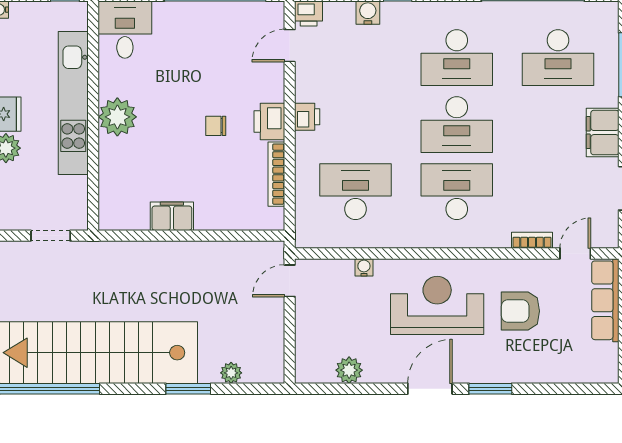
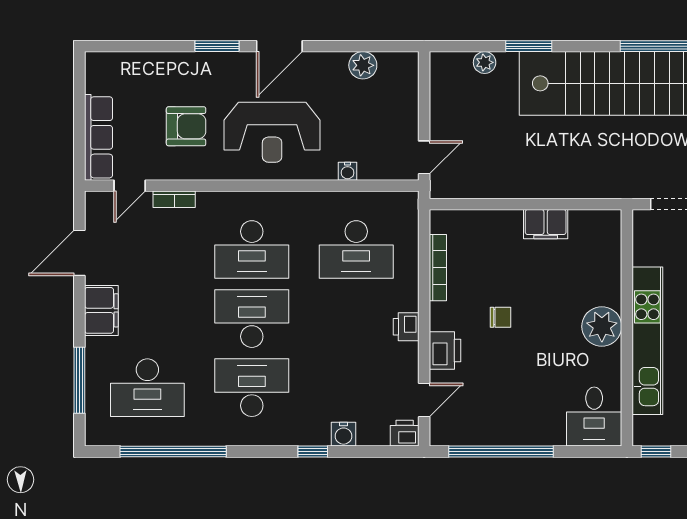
desk: (558, 58) -> (147, 388), turned 180
printer: (269, 122) -> (445, 351), moved

